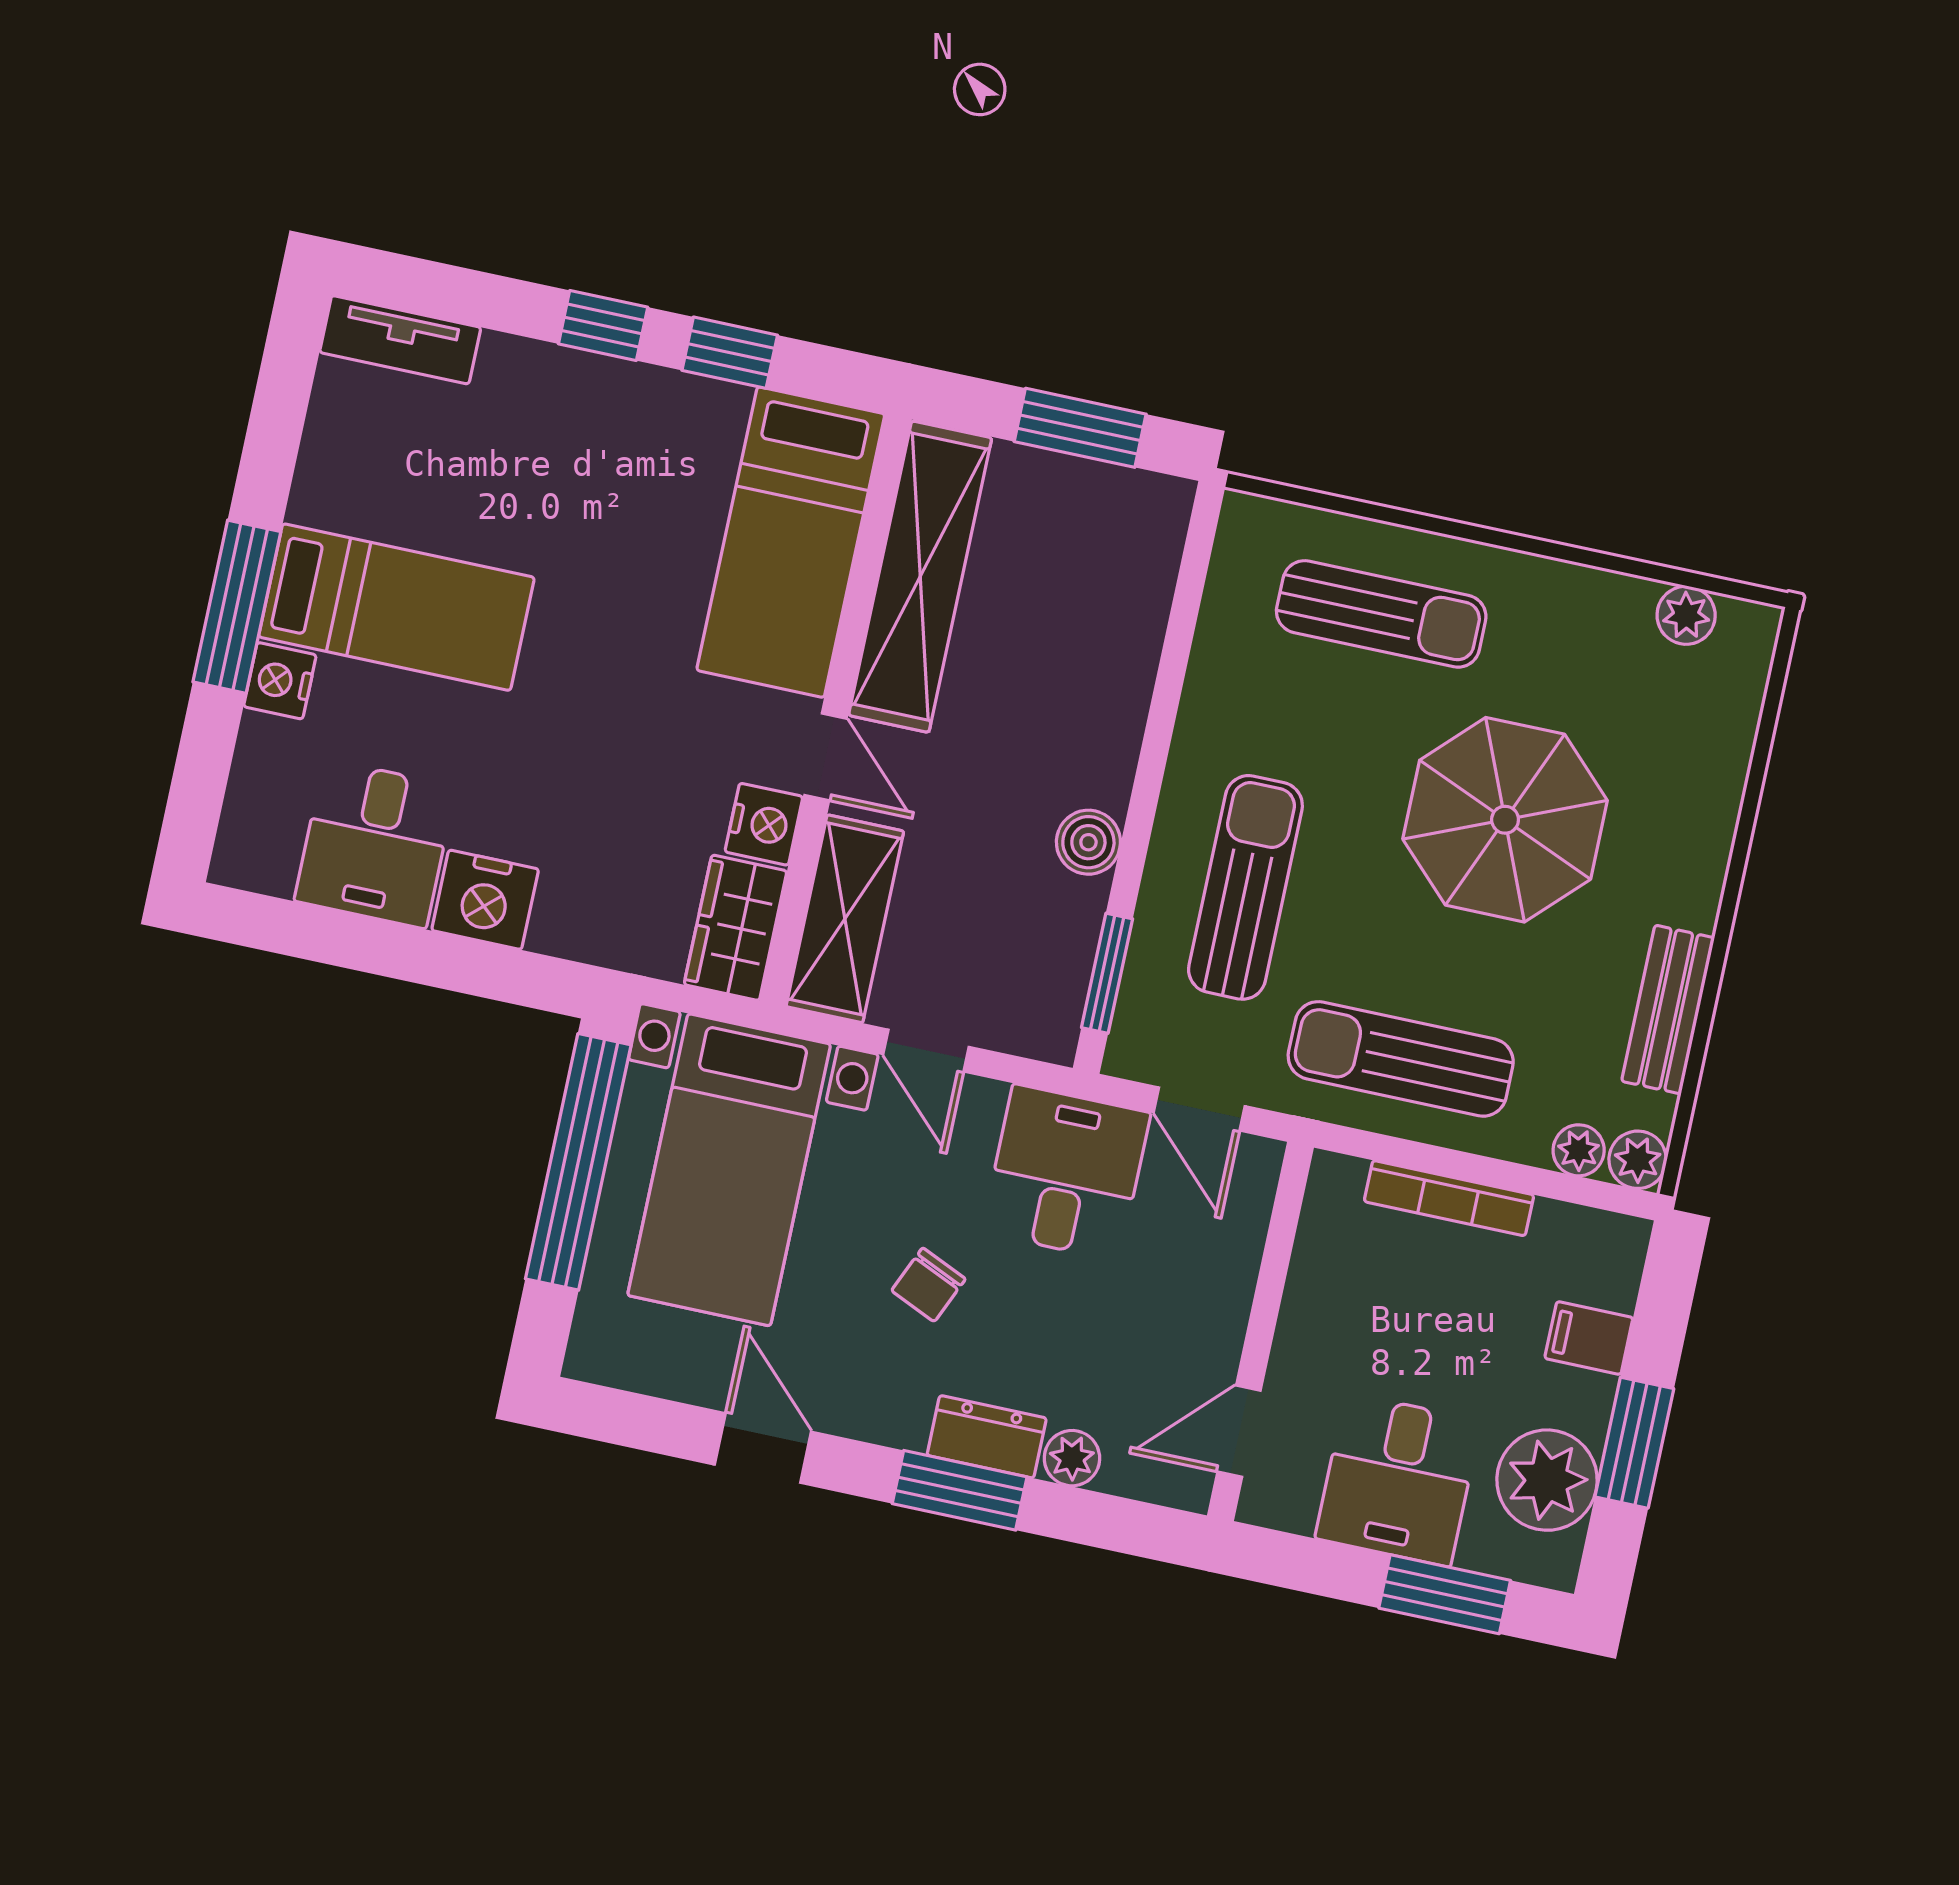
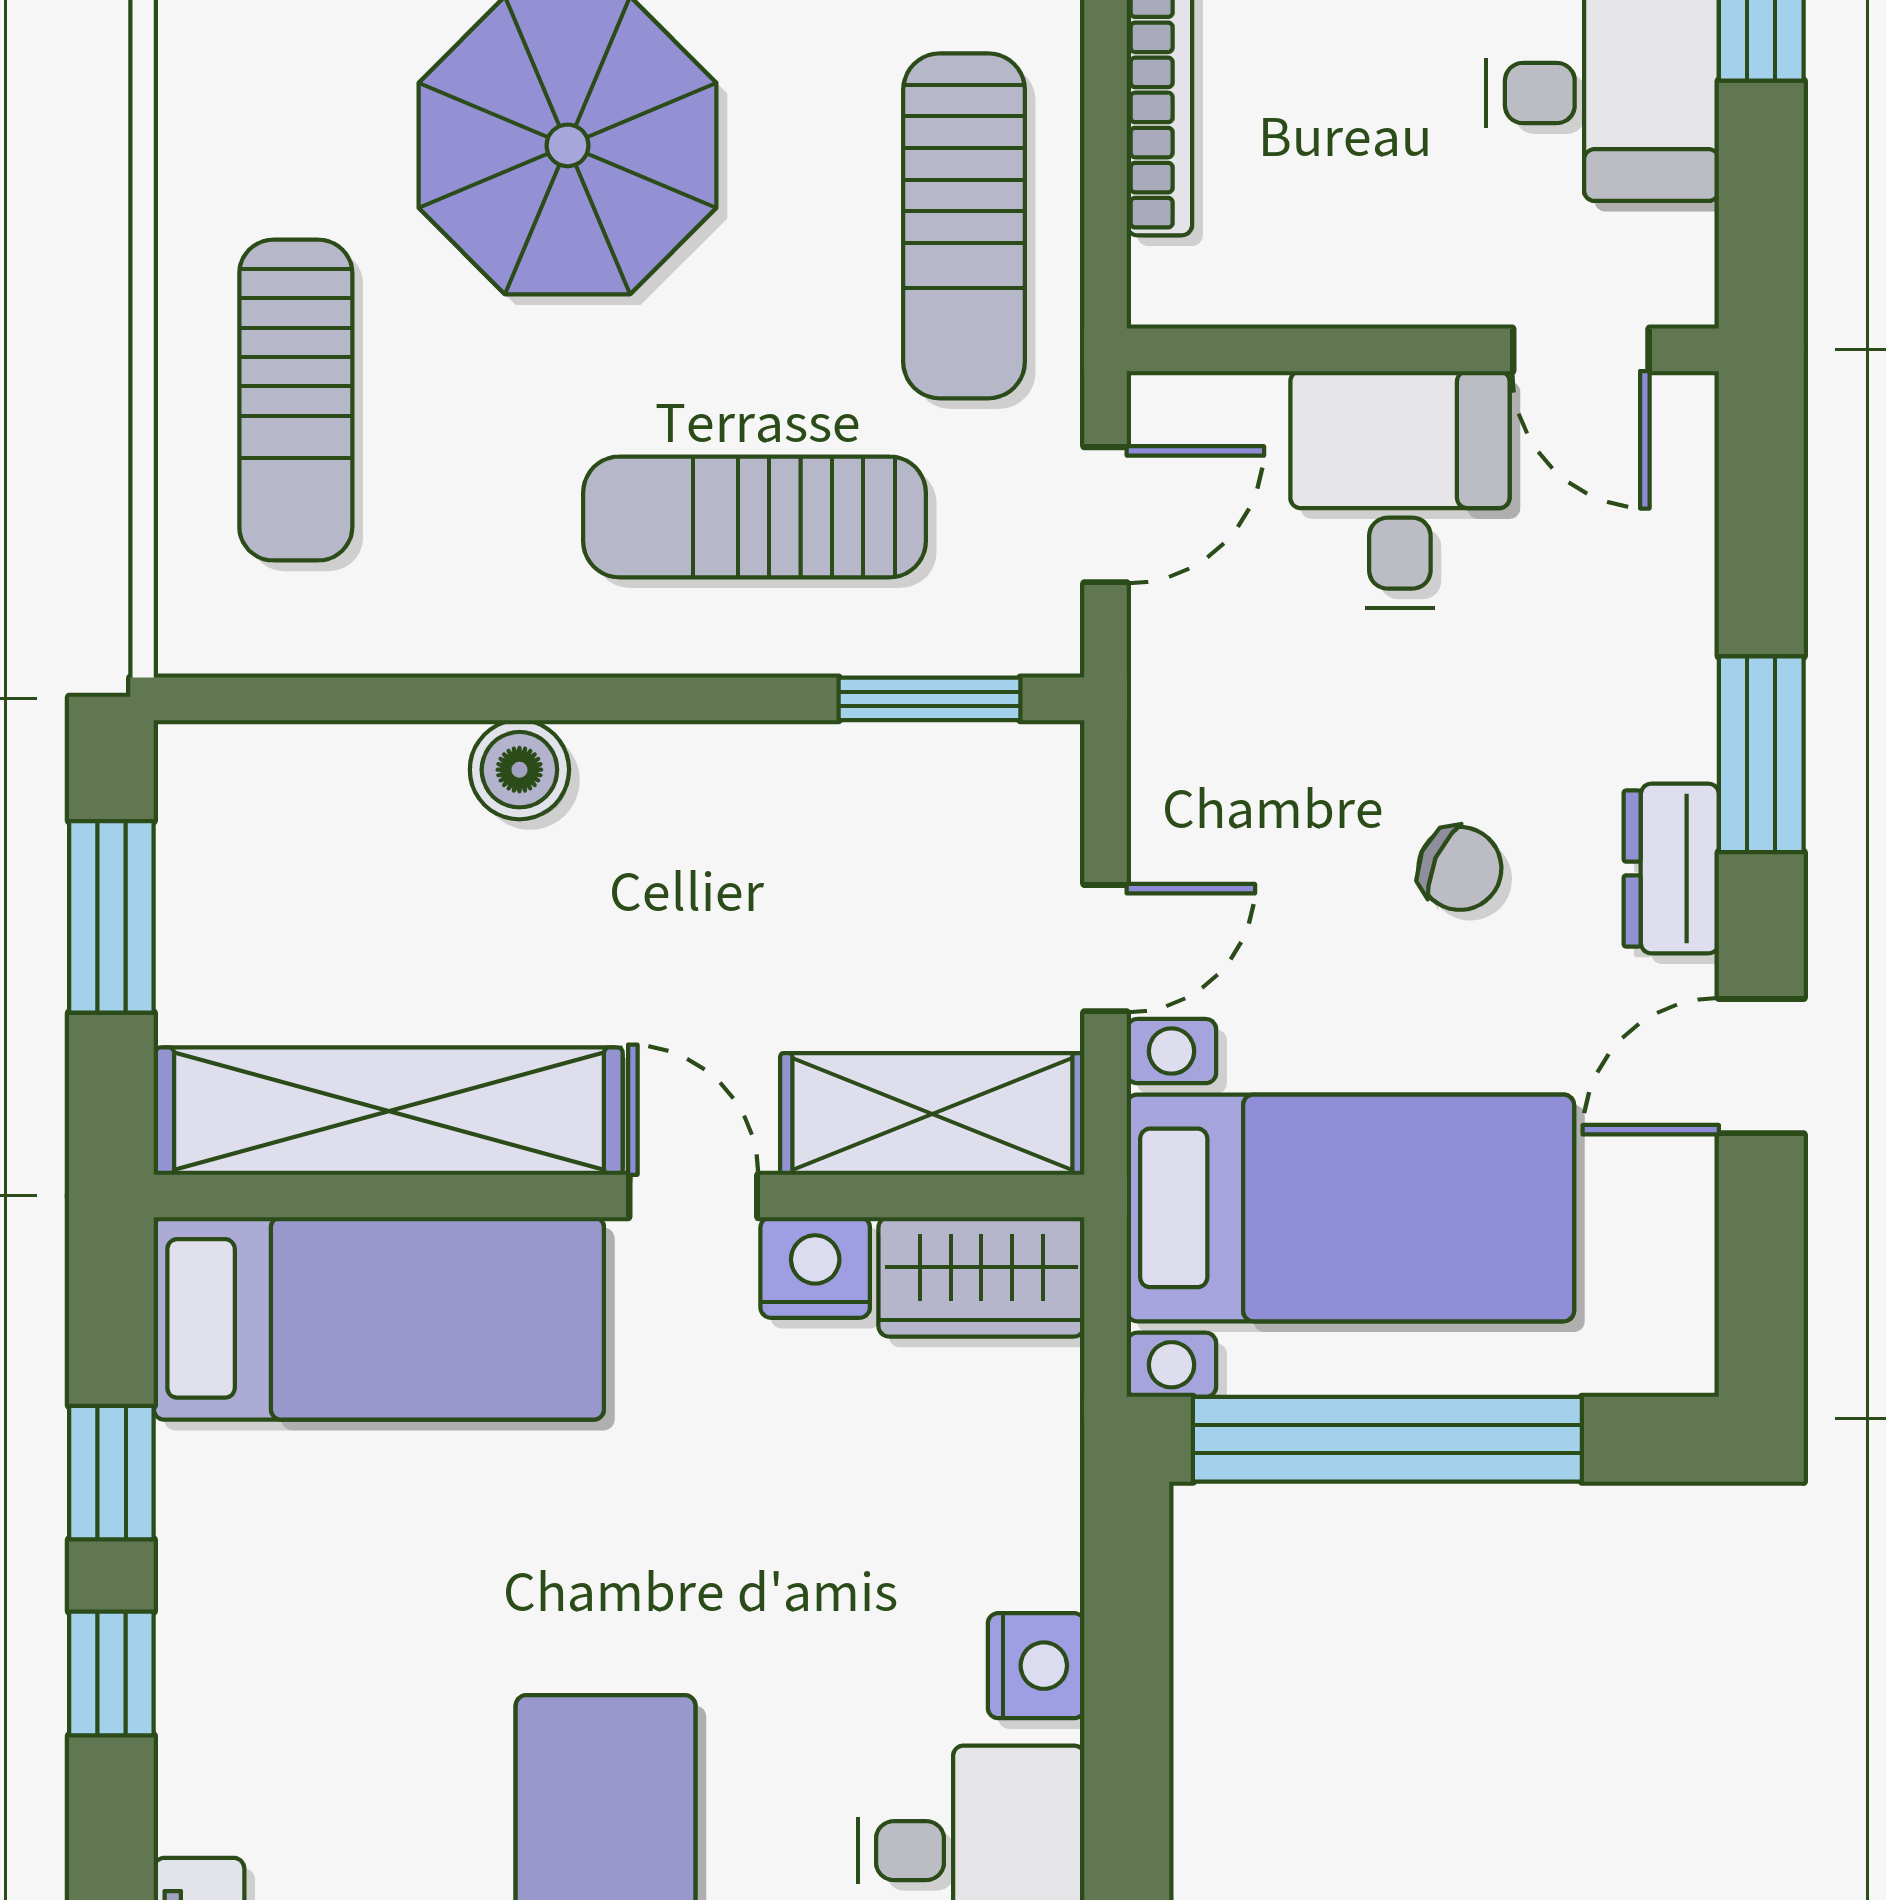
sun lounger: (1381, 614) -> (296, 400), turned 180
door: (826, 757) -> (693, 1196), hinge flipped
boiler: (1088, 842) -> (519, 770), moved
nightstand: (485, 900) -> (1036, 1666), width x0.74, depth x0.75
desk: (1066, 1173) -> (1400, 489), moved, turned 90
dresser: (987, 1437) -> (1671, 869), moved
plant: (1072, 1458) -> (1676, 594), removed

